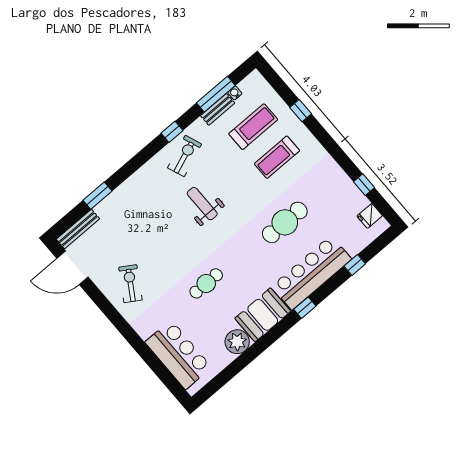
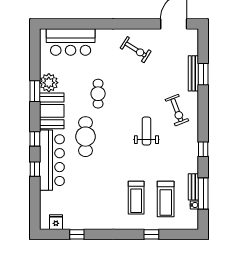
exercise bike: (185, 156) -> (177, 110), moved
treadmill: (277, 157) -> (136, 198), turned 180
weight bench: (202, 204) -> (146, 131), turned -90
cafe table: (285, 222) -> (86, 137), moved
bench: (78, 229) -> (193, 73), moved
window: (355, 265) -> (35, 169), moved
window: (257, 348) -> (35, 91), added

